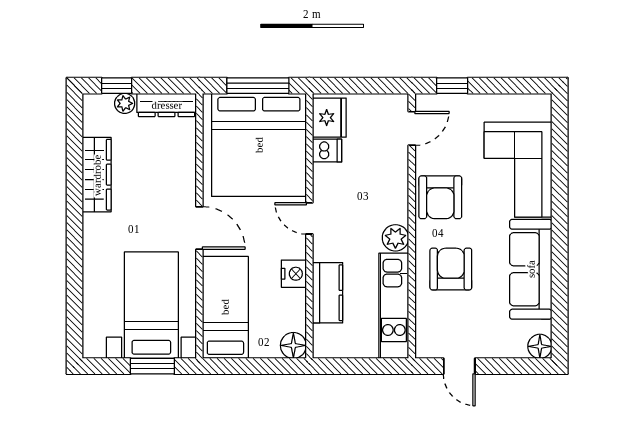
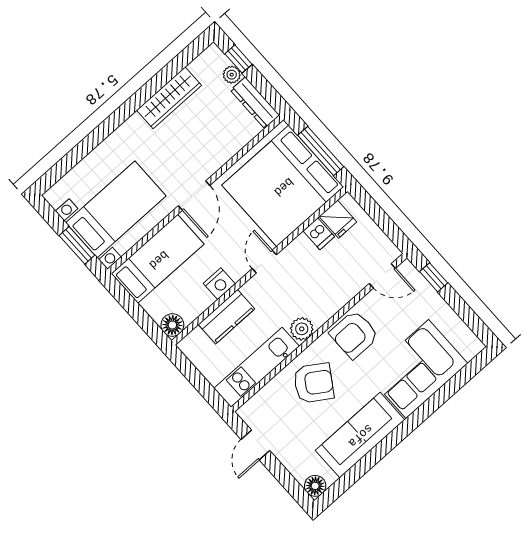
fridge: (329, 118) -> (338, 219), width x0.72
armchair: (451, 269) -> (314, 383), turned 33

